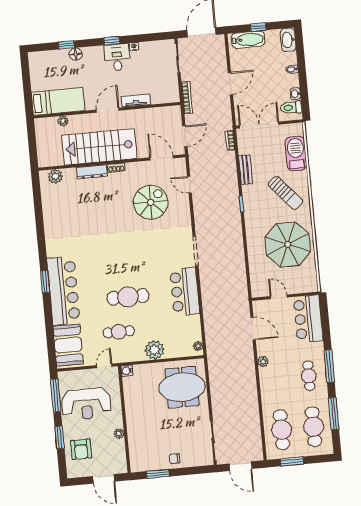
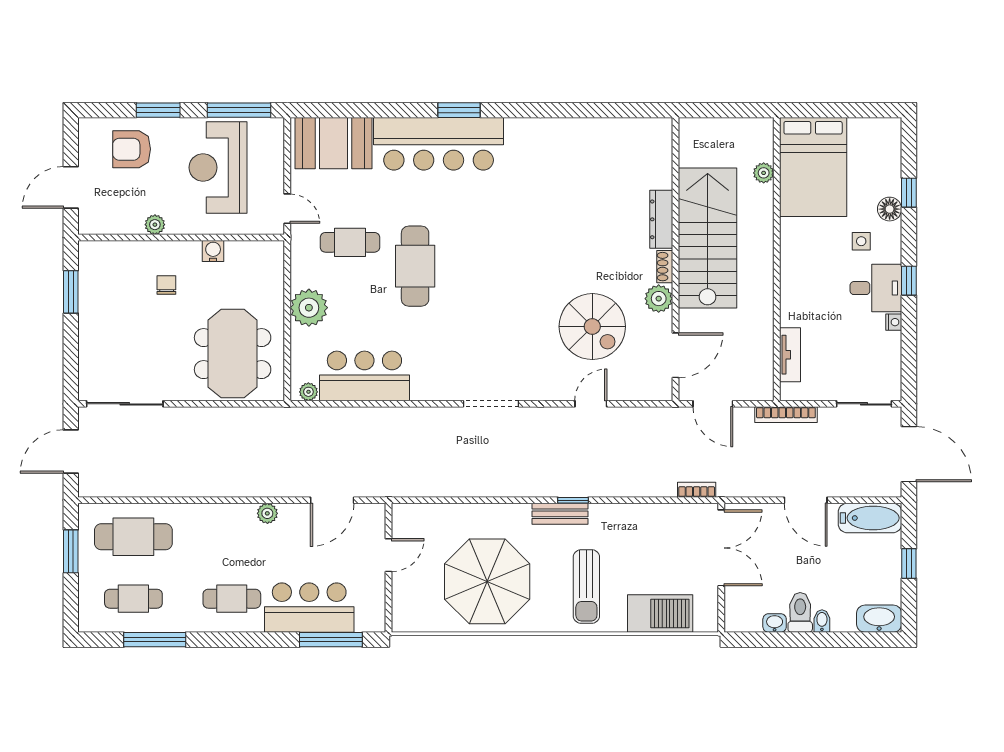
bathtub: (248, 40) -> (870, 518), moved, turned -90
side table: (94, 67) -> (861, 241), added
bed: (58, 101) -> (813, 167), width x1.50
tv unit: (136, 101) -> (790, 355), moved
toilet: (291, 108) -> (800, 612), moved
door: (108, 110) -> (777, 261), removed
bench: (245, 170) -> (560, 514), moved
plant: (55, 177) -> (659, 299), moved
door: (189, 185) -> (591, 404), moved
sun lounger: (285, 193) -> (586, 587), turned -49
bar counter: (185, 291) -> (364, 376), moved
bar counter: (308, 319) -> (309, 608), moved
cafe table: (119, 332) -> (350, 242), turned 90
window: (329, 366) -> (331, 640), moved
water cooler: (127, 371) -> (213, 251), moved
cafe table: (314, 427) -> (133, 599), width x0.73, depth x0.74
chair: (175, 459) -> (166, 285), moved

